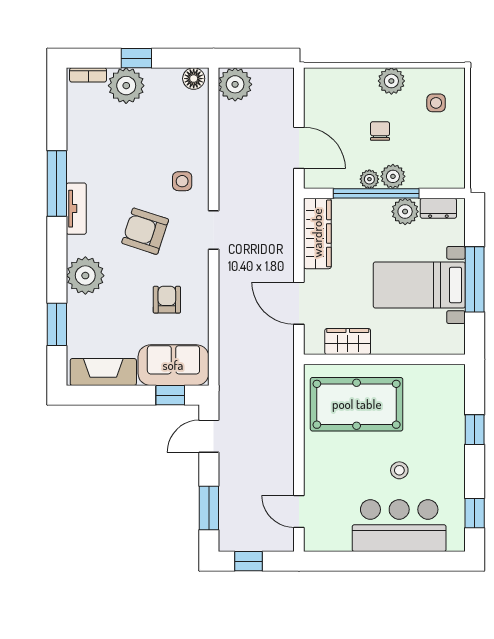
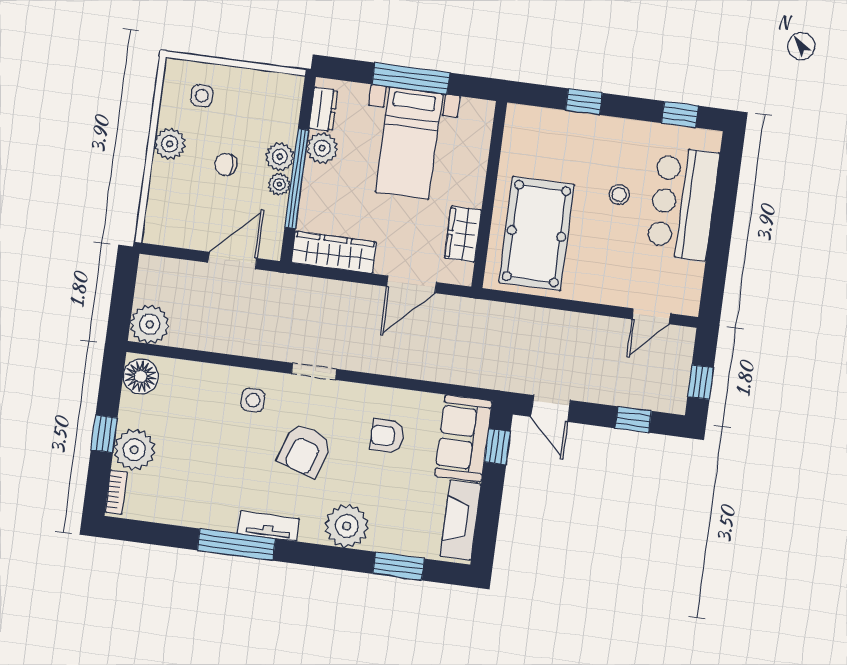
floor lamp: (194, 79) -> (141, 376), width x1.38, depth x1.38
window: (209, 508) -> (633, 420), width x0.67

